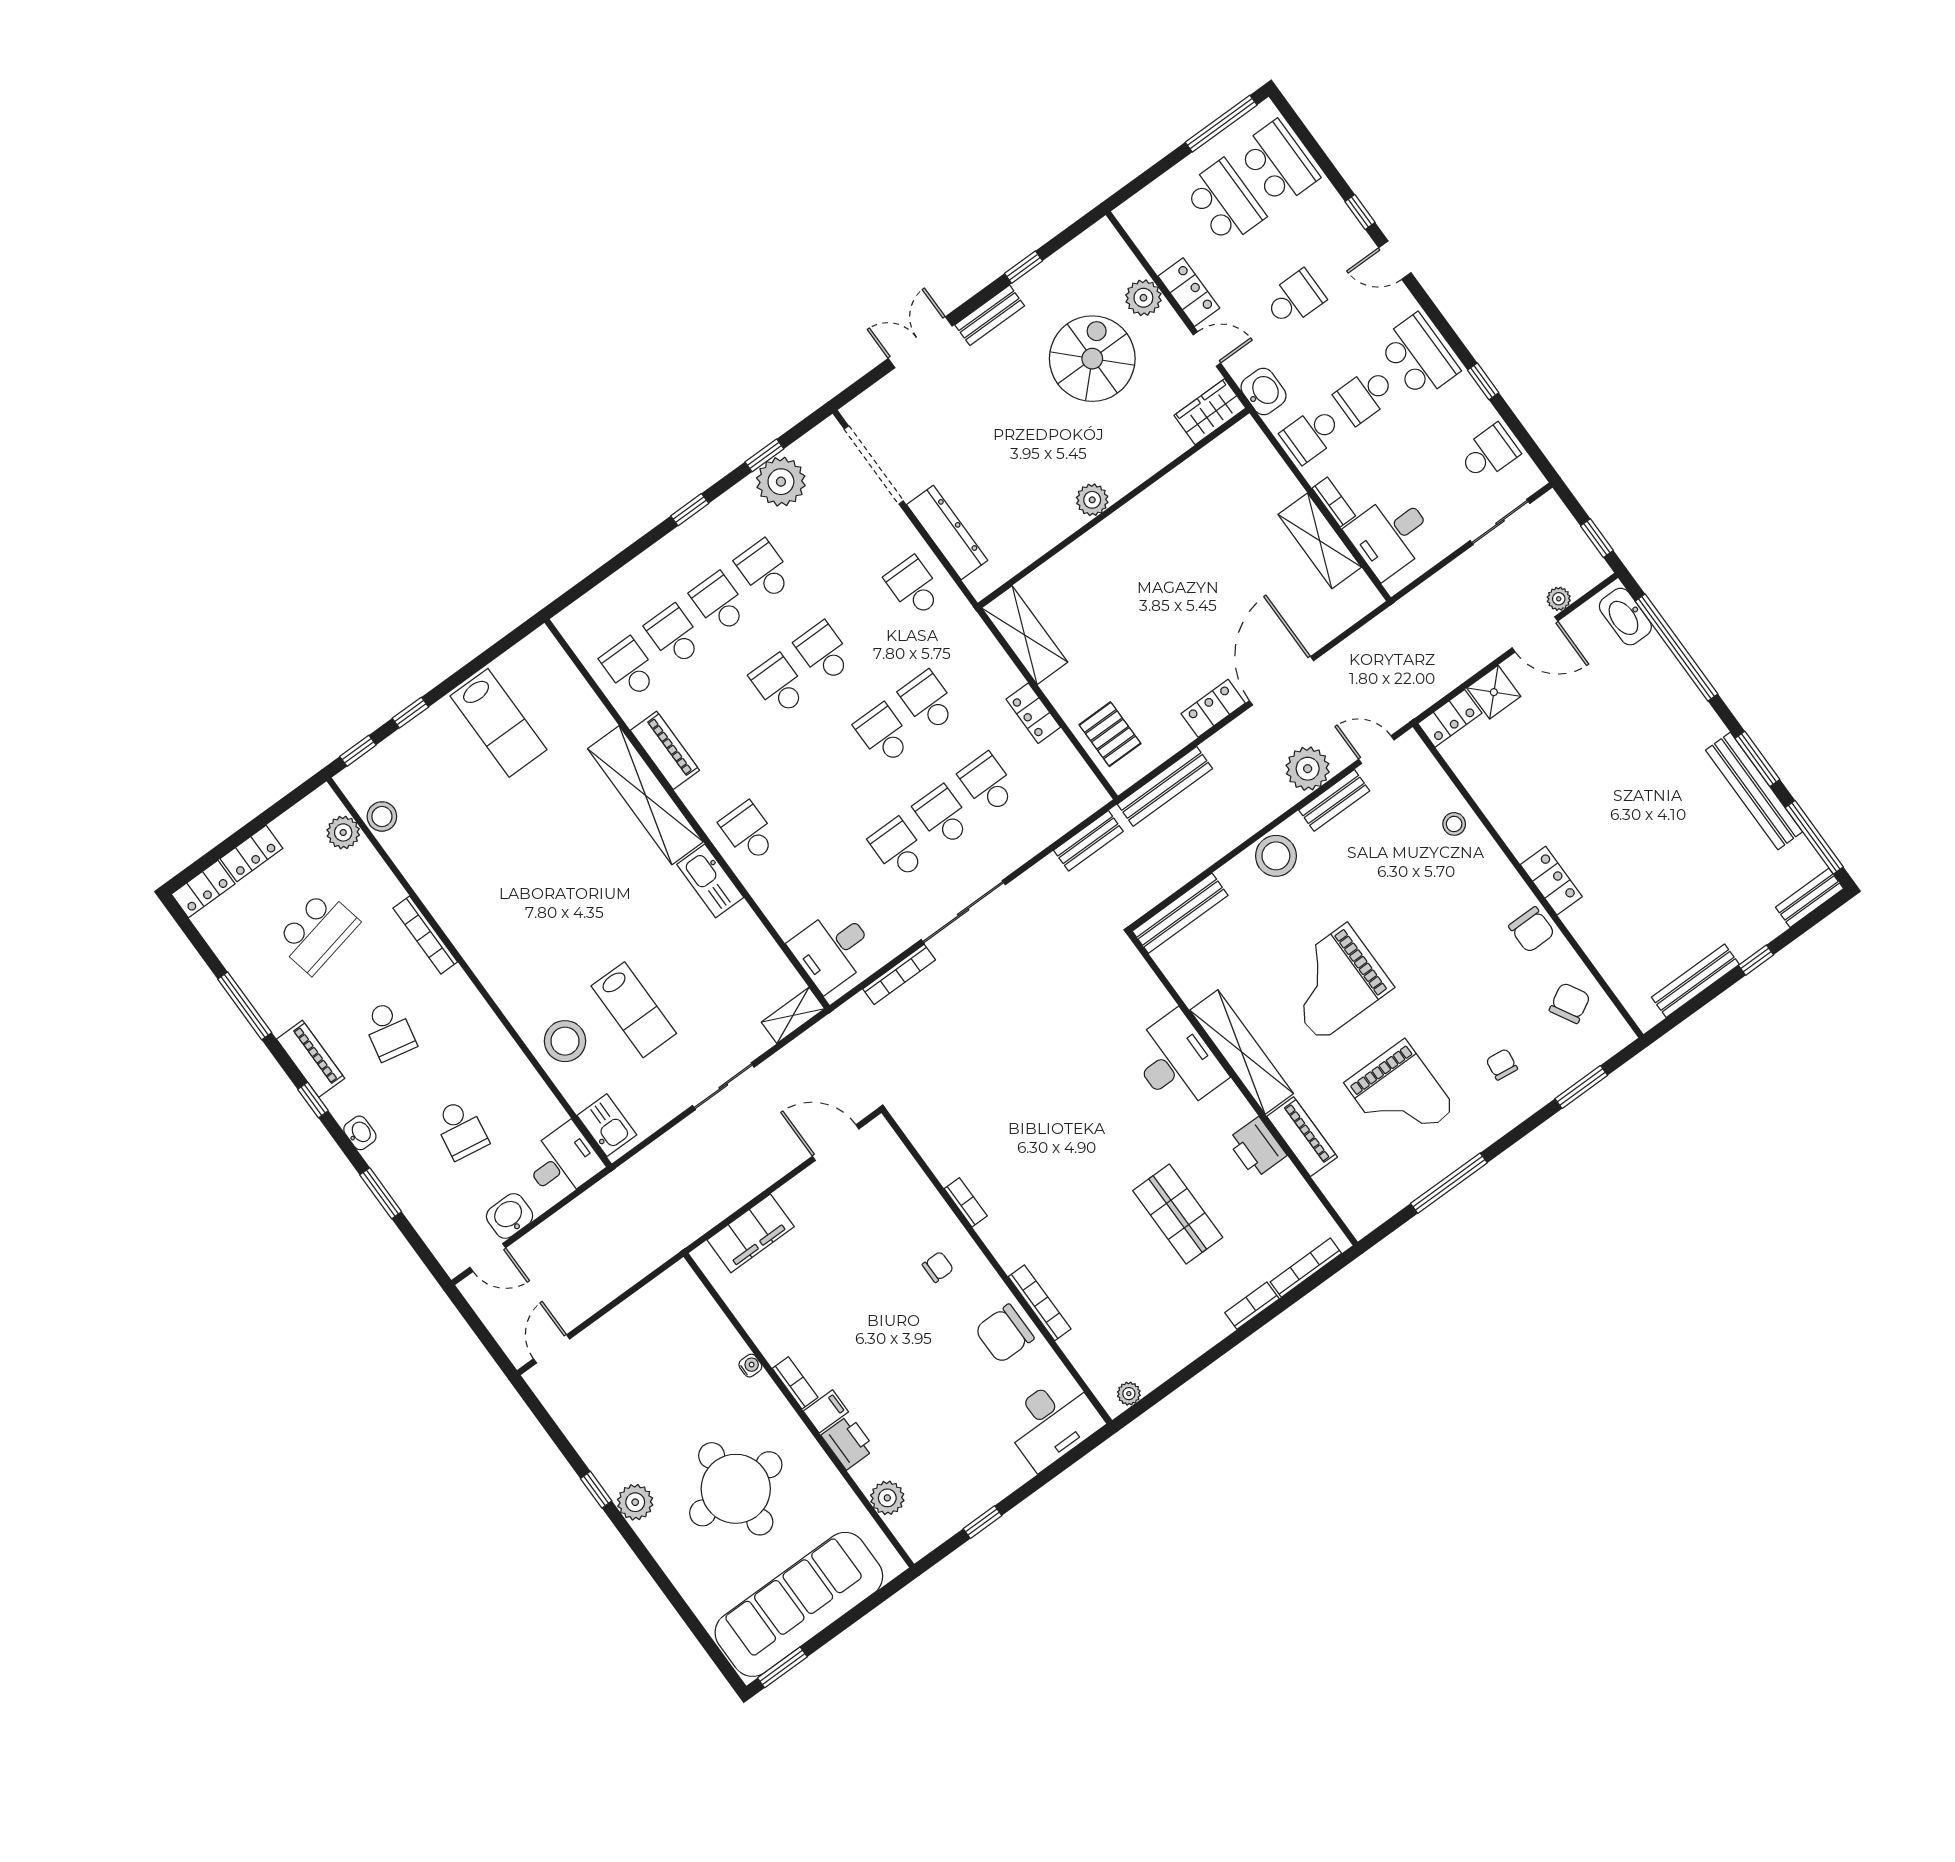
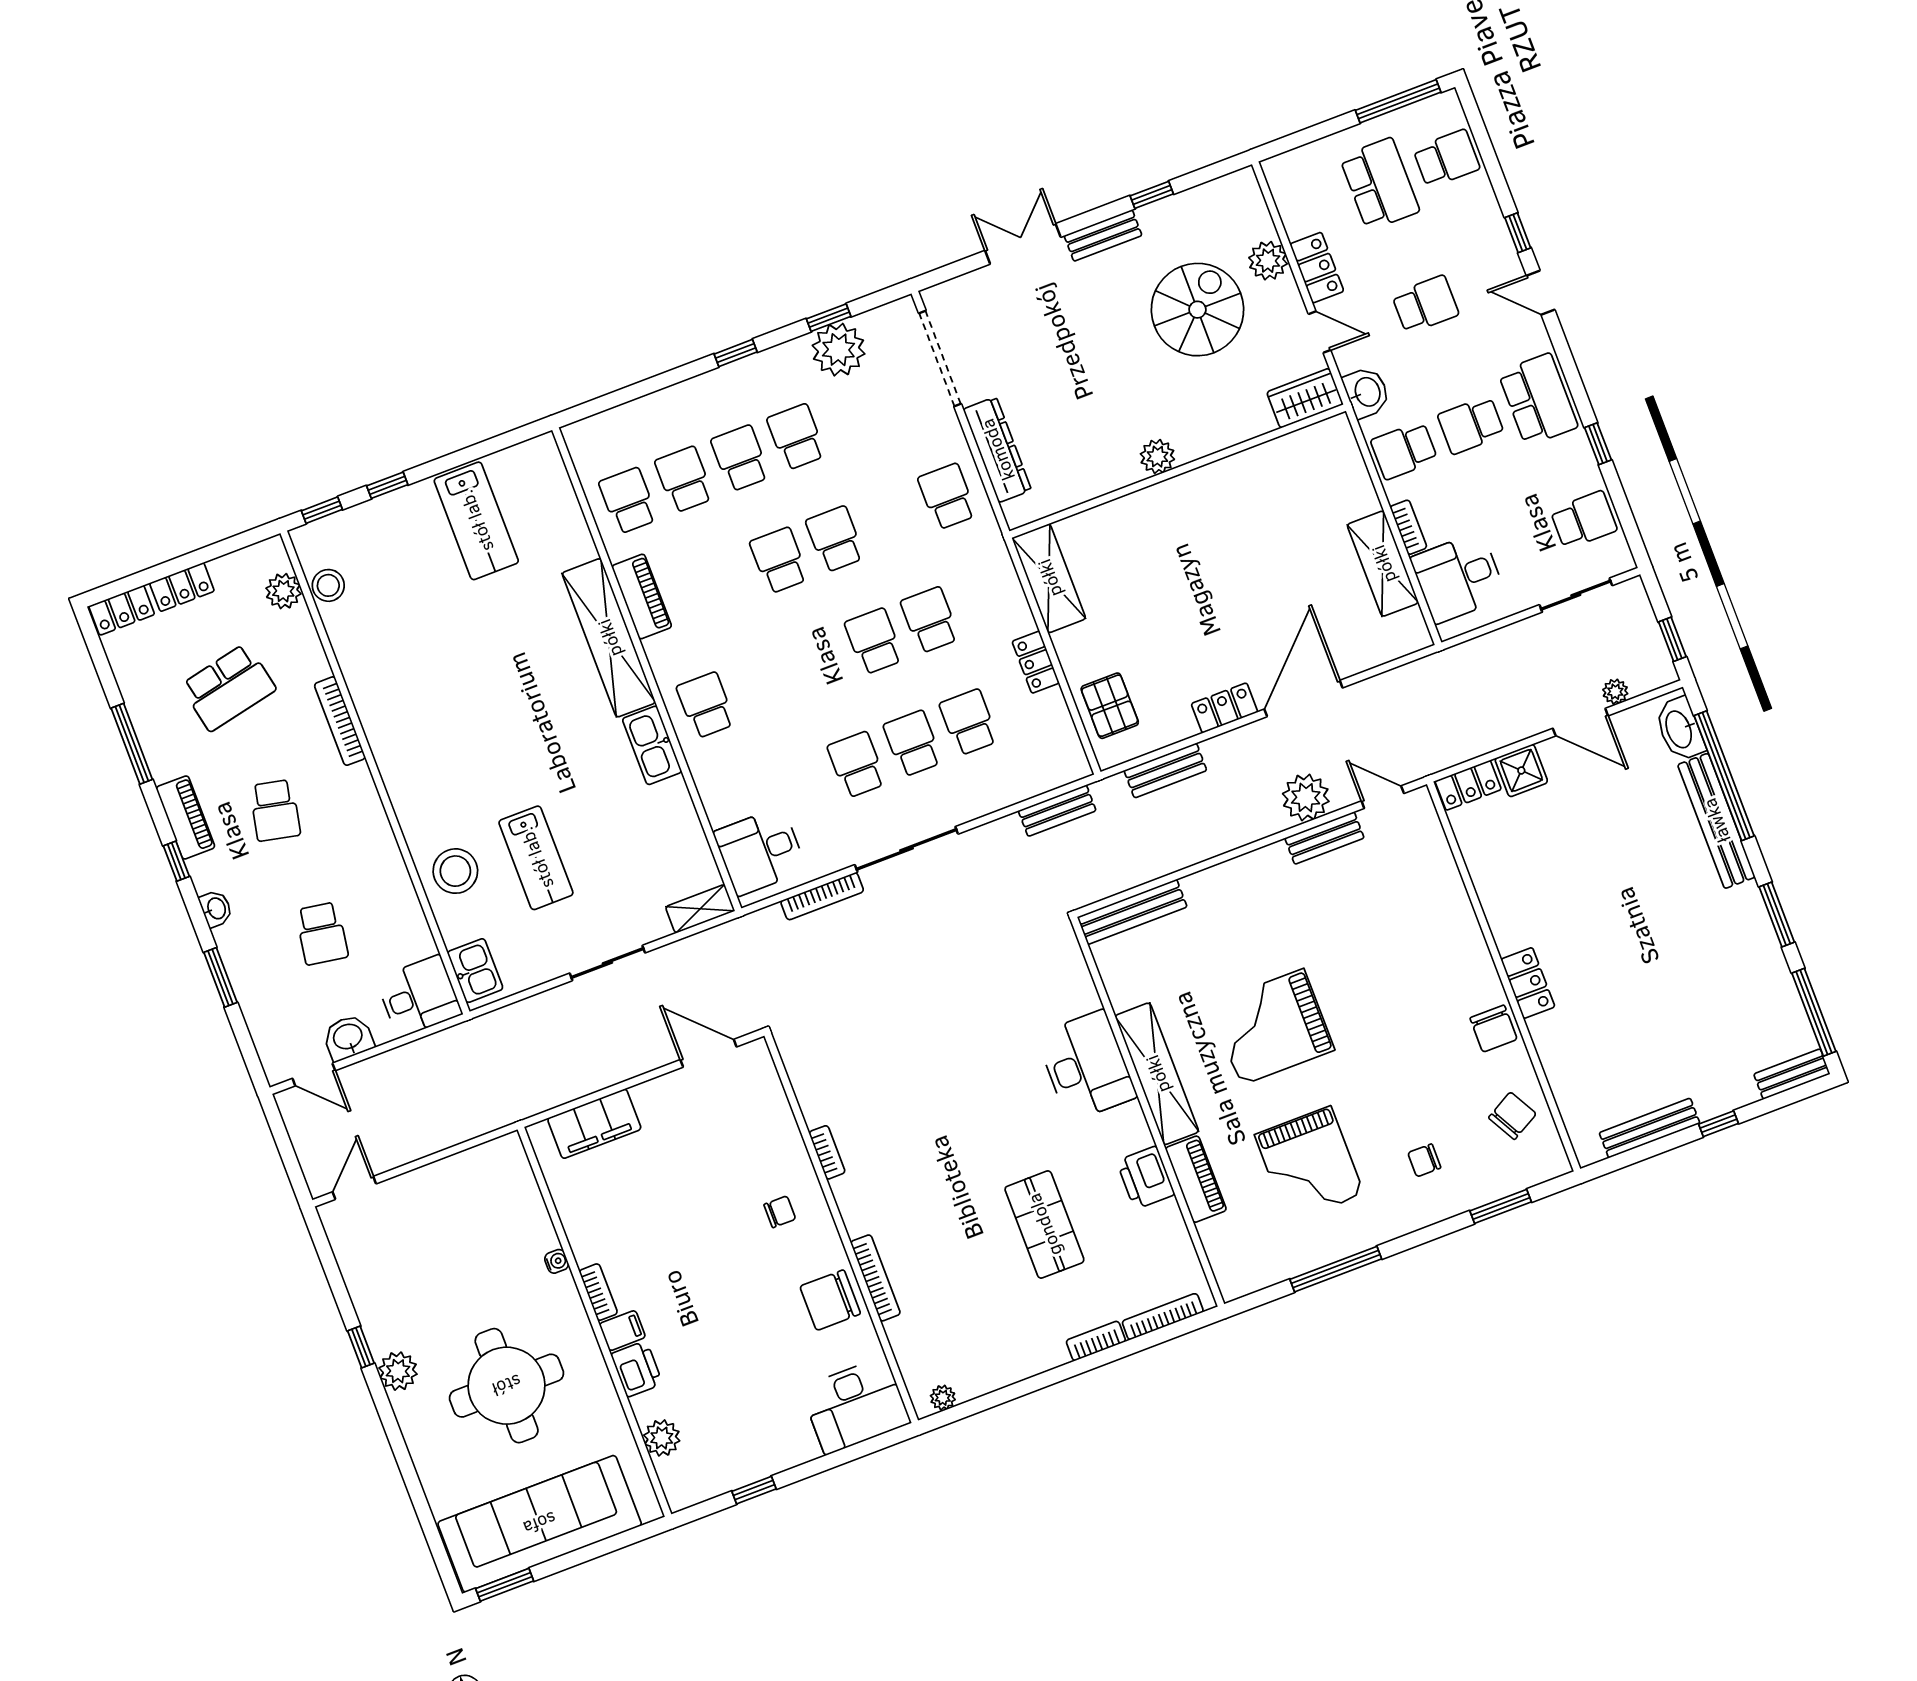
school desk: (1278, 163) -> (1446, 159), width x0.54
bench: (1165, 786) -> (1165, 770), width x0.73
bench: (1754, 791) -> (1716, 821), moved
stool: (1454, 824) -> (1443, 897), removed
stool: (1276, 856) -> (1248, 879), removed
chair: (1502, 1064) -> (1424, 1160), turned -97

